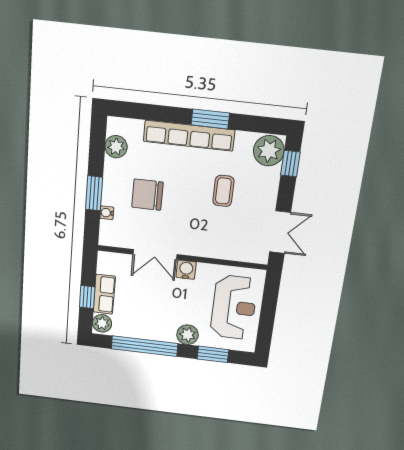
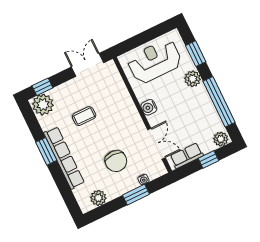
double door: (155, 254) -> (156, 144), moved
row of seats: (104, 294) -> (187, 156), moved

